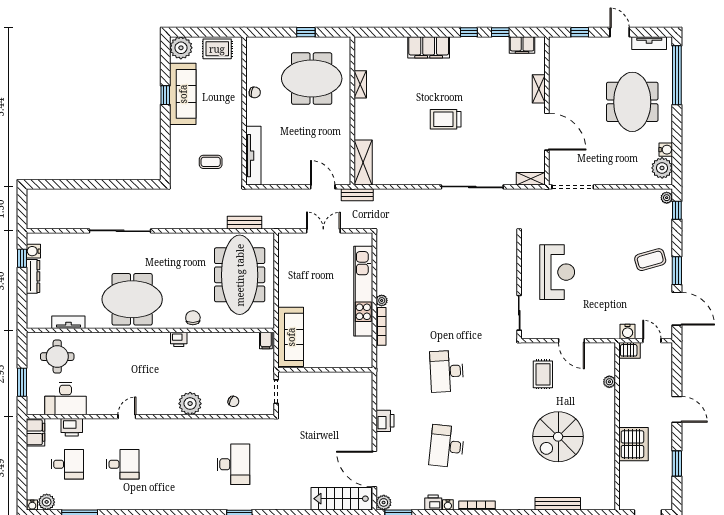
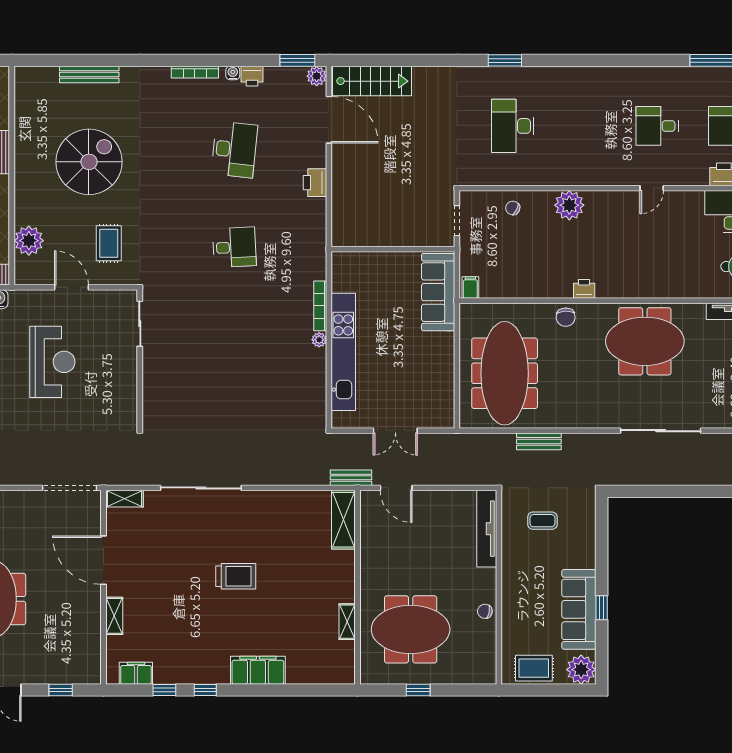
bench: (245, 223) -> (539, 441), moved
reception desk: (557, 272) -> (52, 362), moved, turned 180
desk: (447, 371) -> (234, 247), width x0.73
plant: (609, 382) -> (29, 241), width x1.88, depth x1.88

